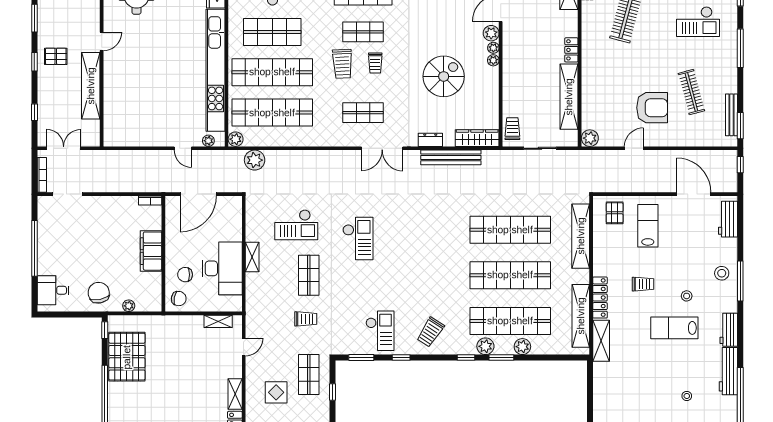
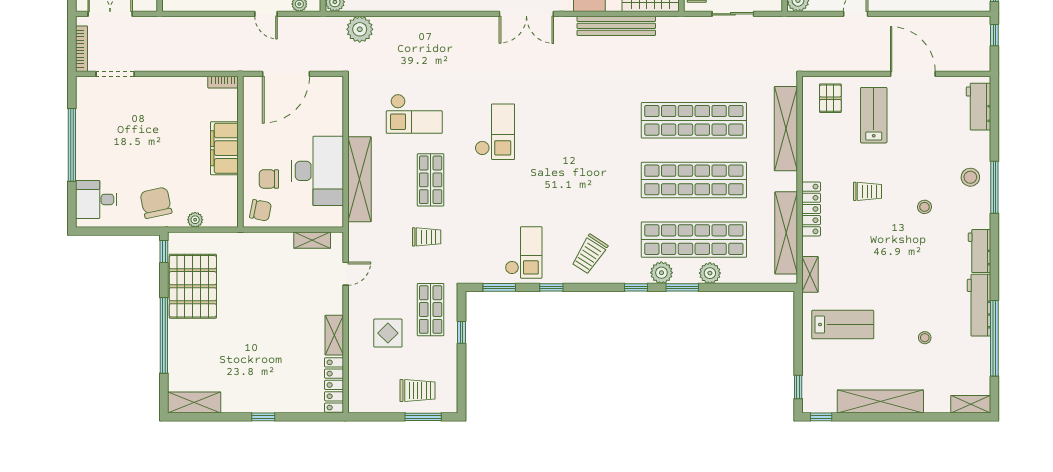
door: (694, 194) -> (913, 74), moved
shelving: (252, 257) -> (359, 179), width x2.20, depth x1.33
lab bench: (674, 328) -> (843, 325), moved, turned 180
shelving: (601, 341) -> (810, 274), width x0.67, depth x0.75

